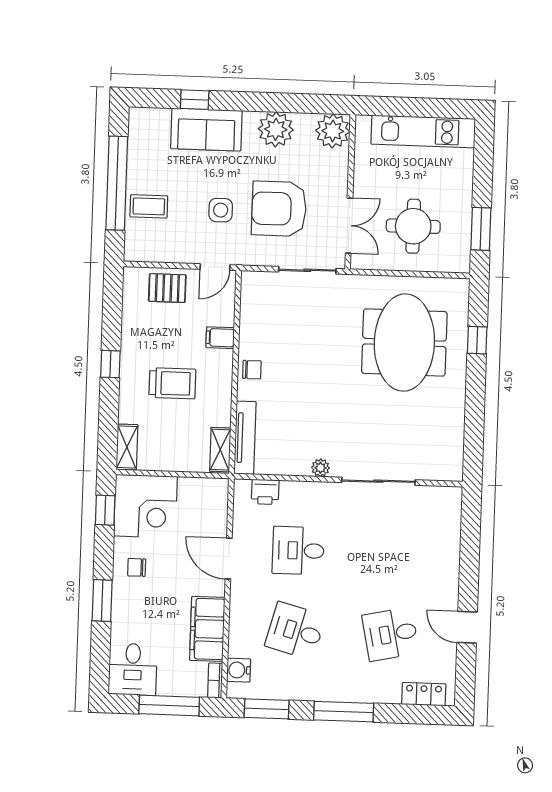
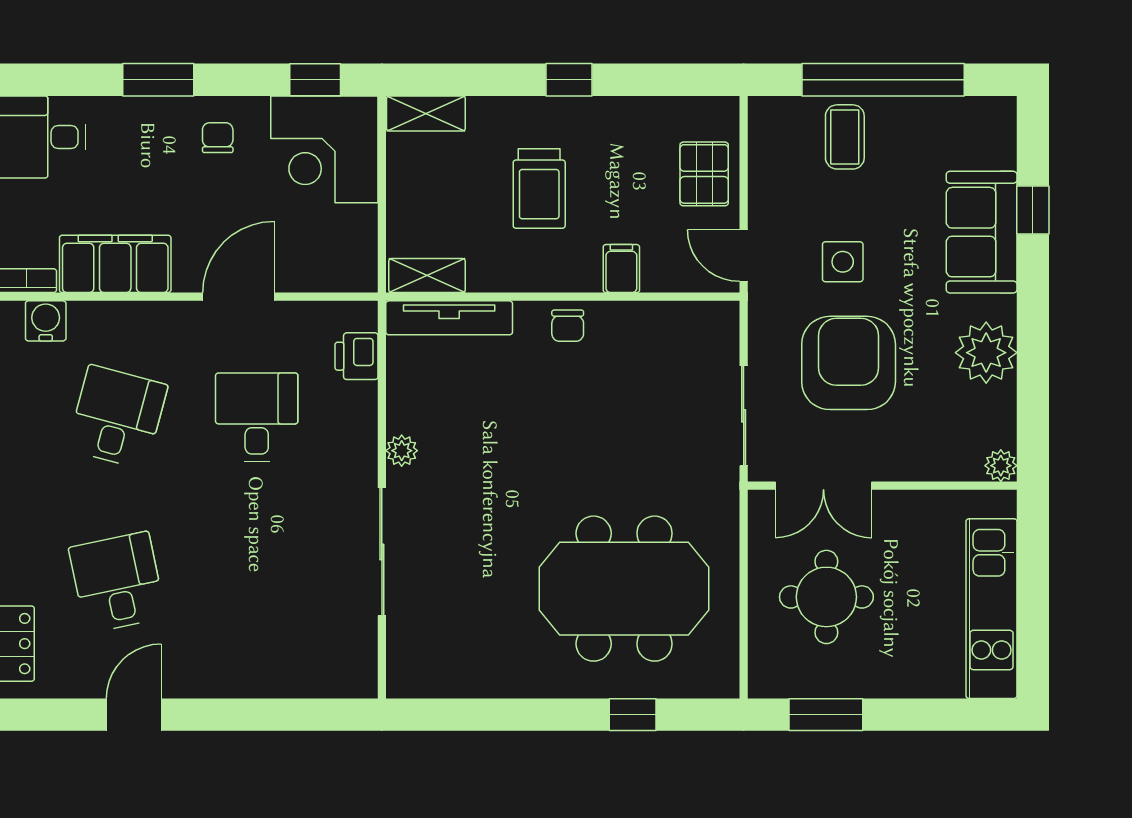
plant: (333, 131) -> (1001, 466), width x0.53, depth x0.53

